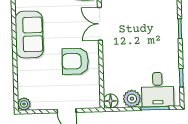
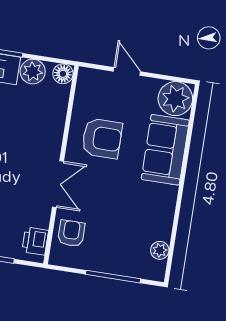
sofa: (29, 34) -> (165, 150), moved
plant: (24, 104) -> (175, 99), width x1.88, depth x1.88

